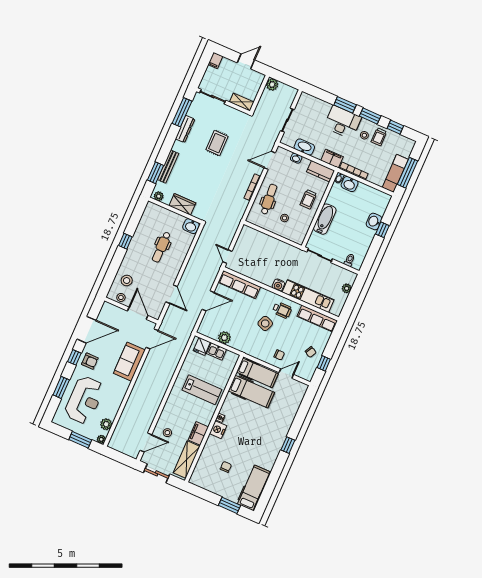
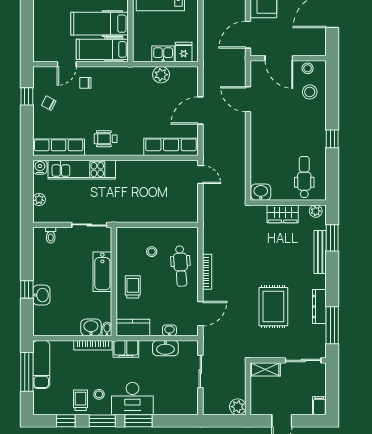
rug: (217, 143) -> (273, 307), width x1.36, depth x1.43
dental chair: (161, 247) -> (304, 177), moved
water cooler: (278, 285) -> (40, 167), moved
side table: (265, 323) -> (119, 114), removed

